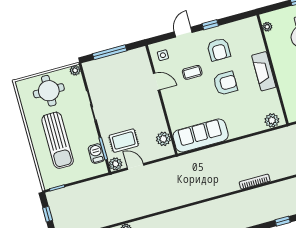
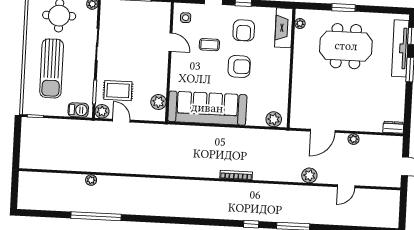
fireplace: (264, 71) -> (284, 28), moved
sofa: (201, 136) -> (207, 108), width x1.36, depth x1.27
barbecue: (96, 154) -> (78, 110), moved, turned 90
window: (48, 214) -> (17, 139), removed

